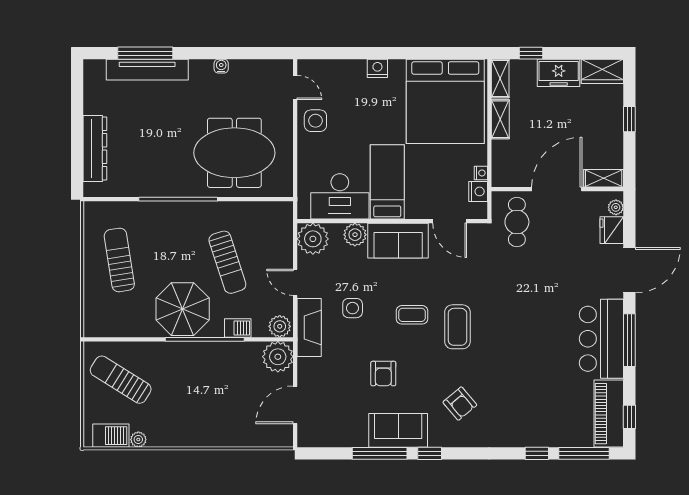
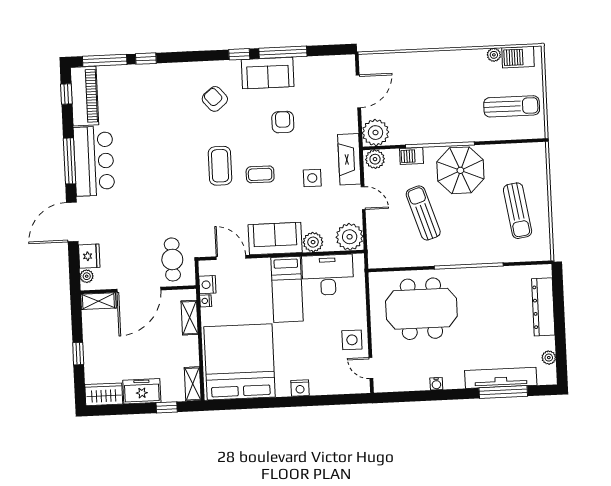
plant: (91, 90) -> (549, 358), added
shelving: (500, 119) -> (190, 318), moved
sun lounger: (121, 380) -> (512, 106), turned -32

